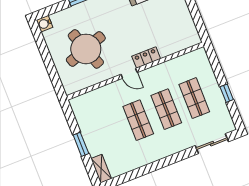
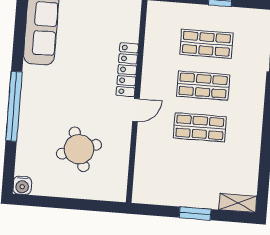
round table: (86, 49) -> (79, 149), width x0.73, depth x0.73
locker: (146, 58) -> (127, 70), width x1.53

